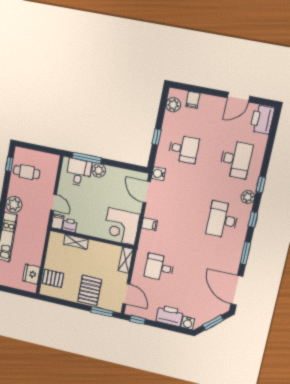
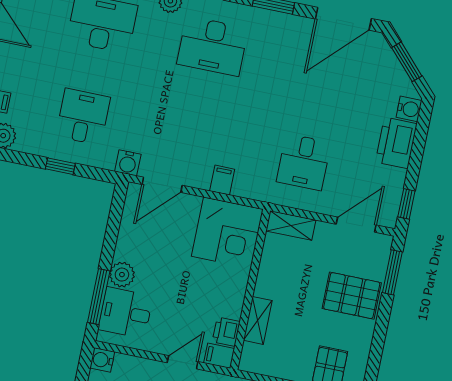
water cooler: (54, 160) -> (102, 360), added

